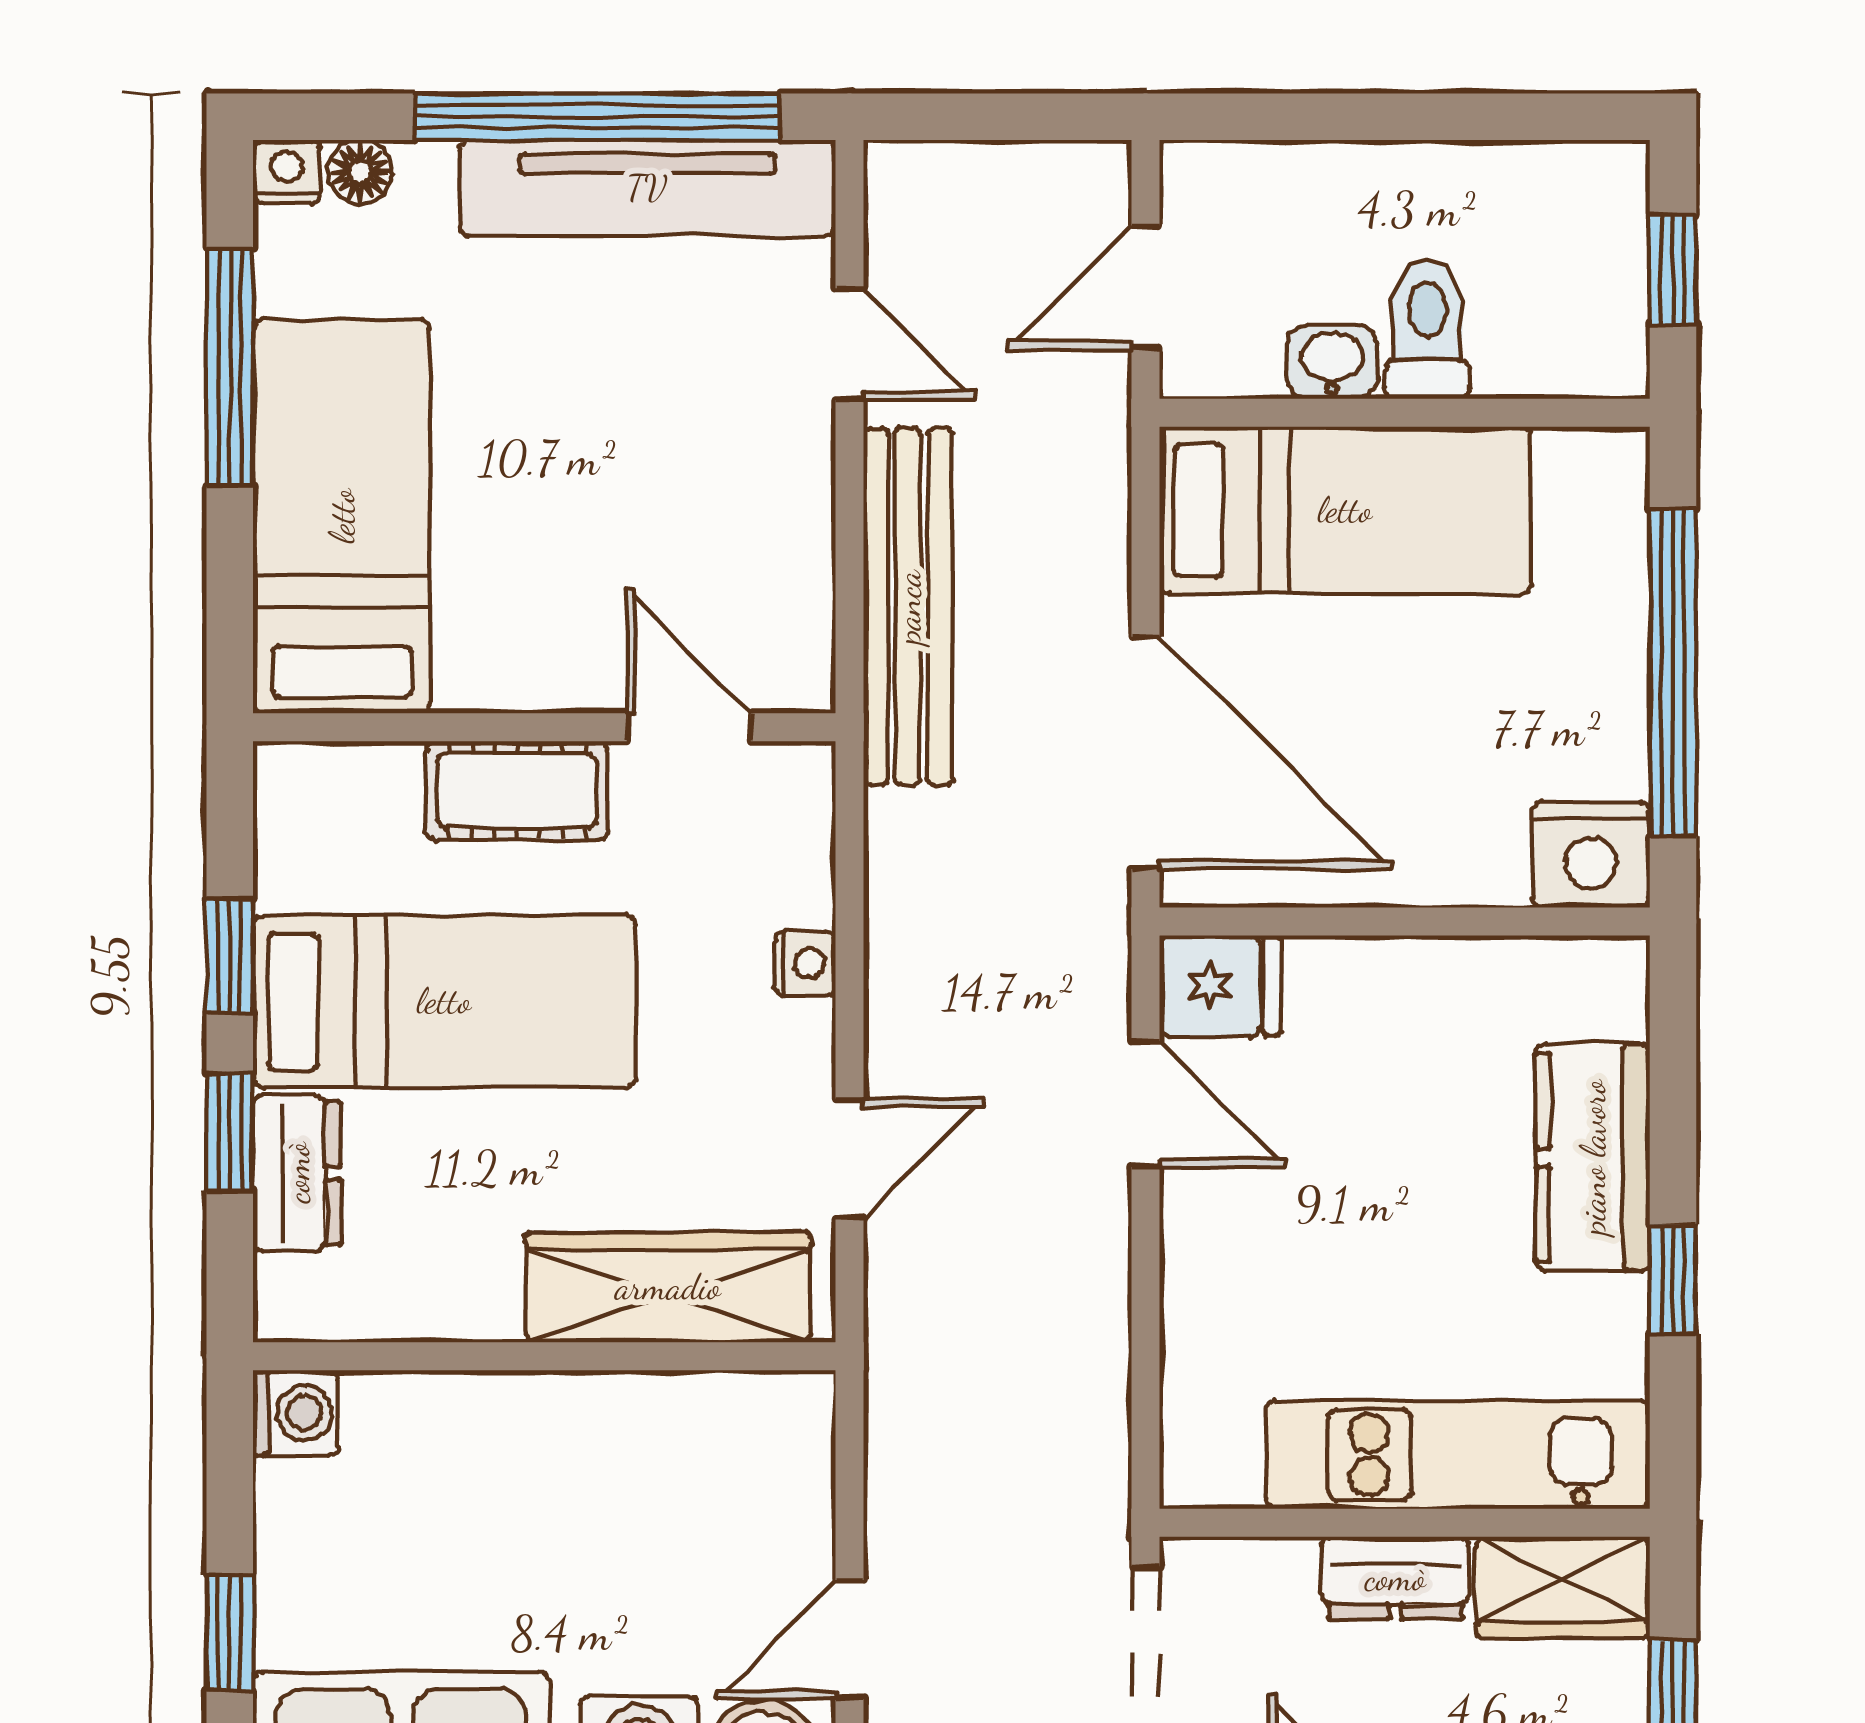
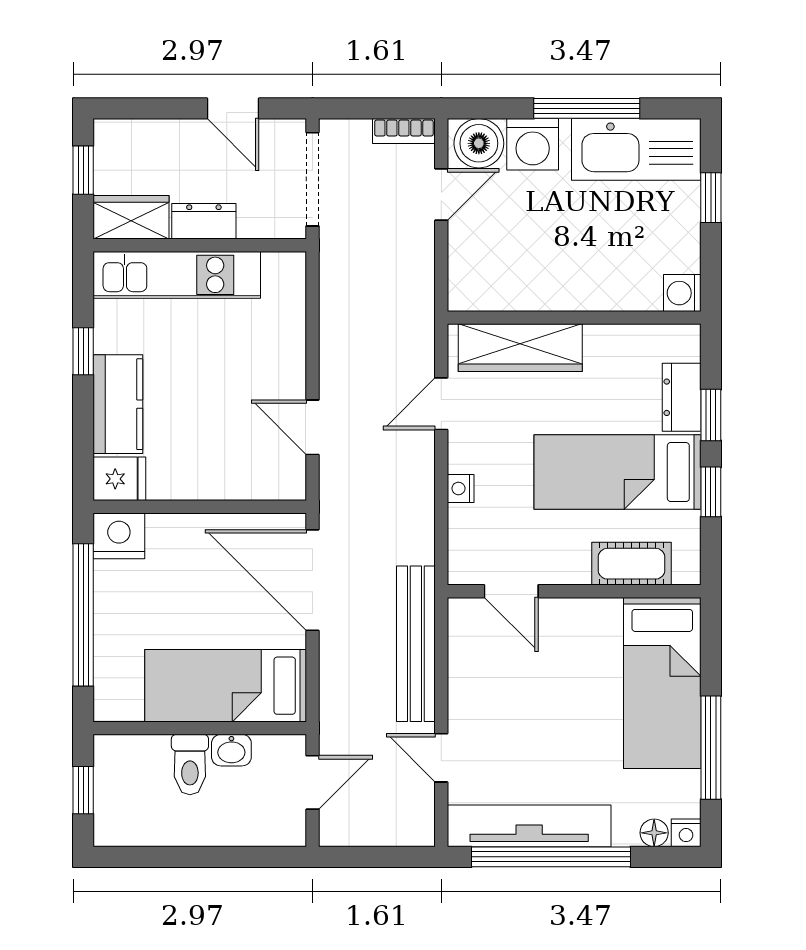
cot: (517, 791) -> (632, 564), moved
fridge: (1220, 986) -> (119, 479), moved, turned 180

